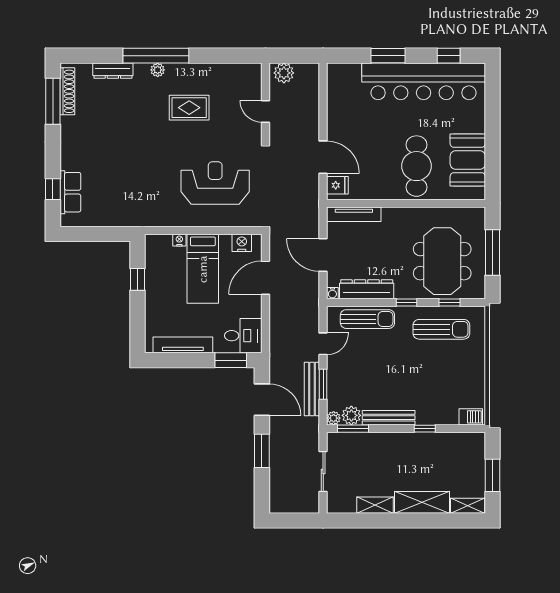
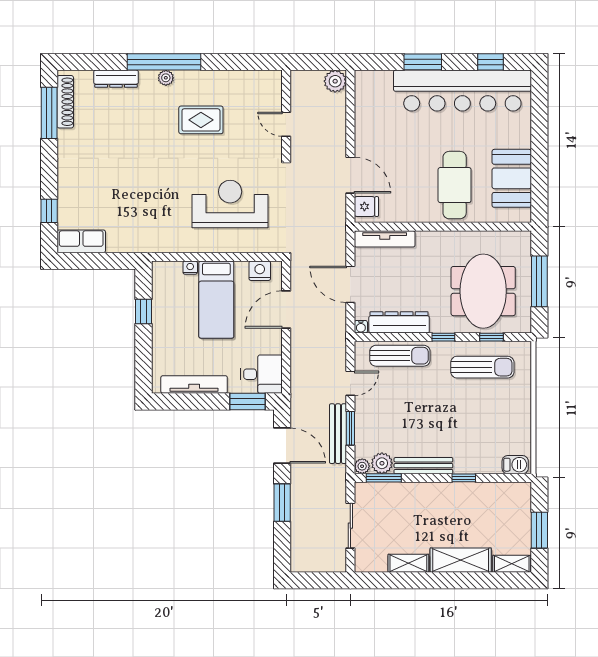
plant: (284, 73) -> (335, 81), moved
row of seats: (70, 192) -> (81, 241), moved, turned -90

